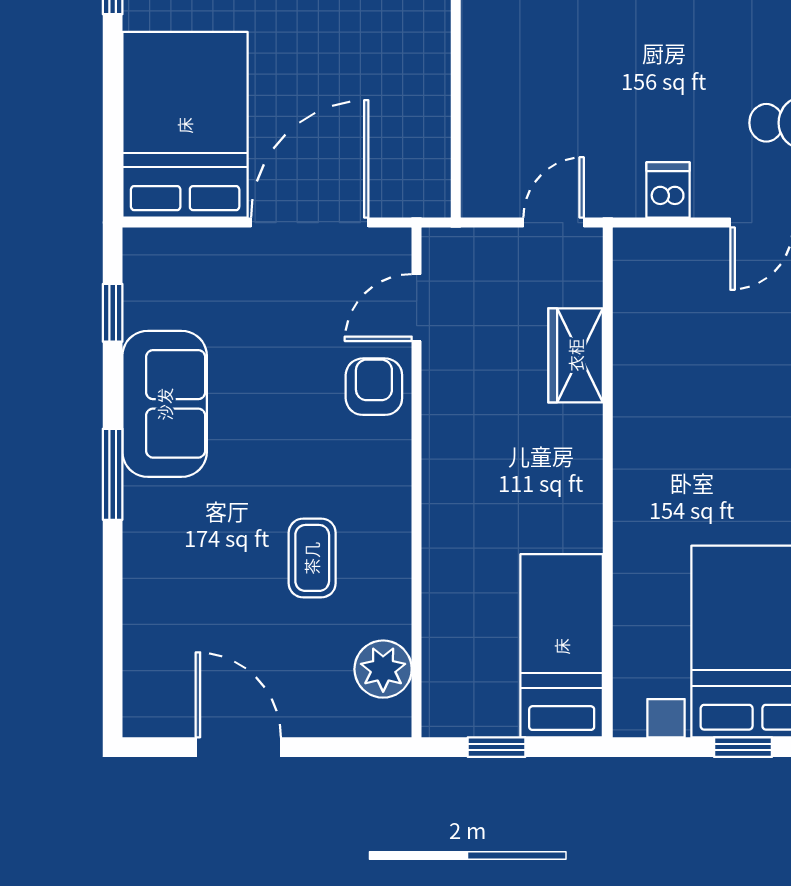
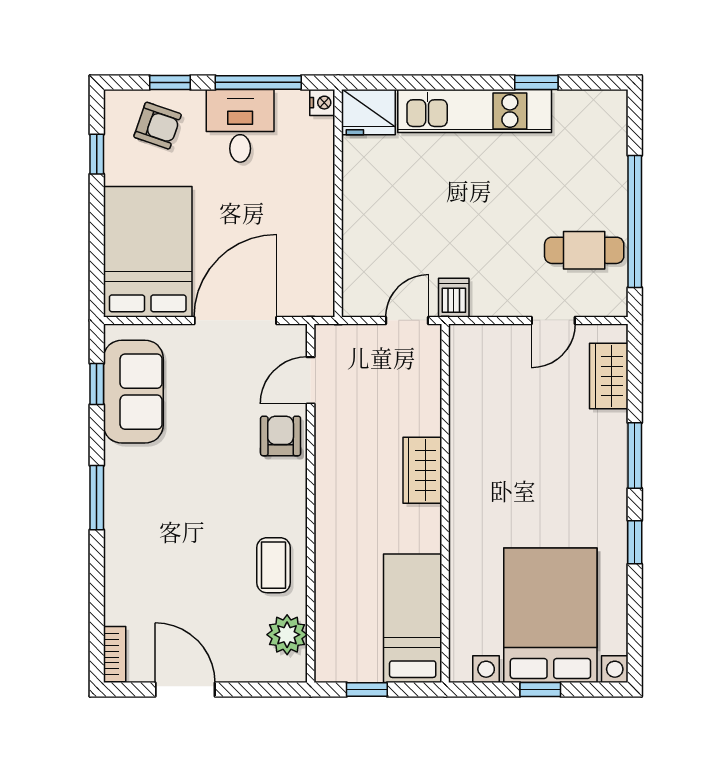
dishwasher: (668, 190) -> (454, 298), moved
wardrobe: (576, 355) -> (422, 470), moved
sofa: (165, 404) -> (133, 392), moved
coffee table: (312, 558) -> (274, 565), moved
bookcase: (138, 697) -> (115, 654), added

